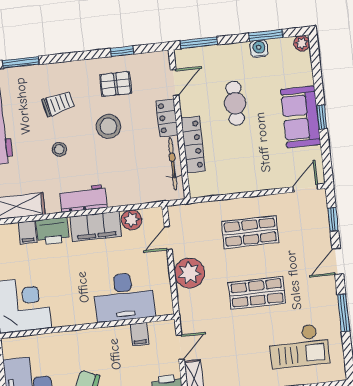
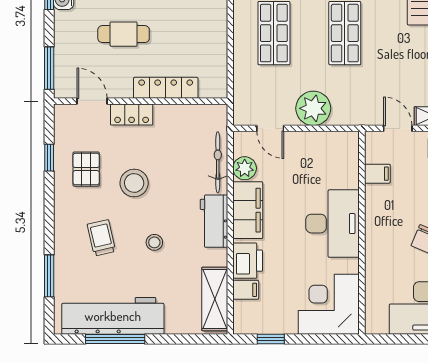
bicycle: (173, 164) -> (218, 162), moved, turned 90
desk: (124, 297) -> (333, 224), moved

